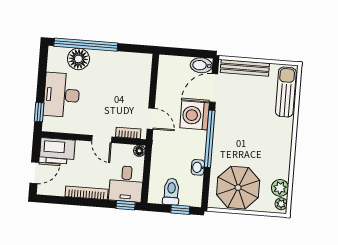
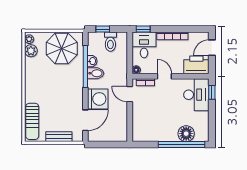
bidet: (201, 65) -> (96, 73), moved
bench: (245, 68) -> (59, 137), width x0.73
desk: (62, 95) -> (196, 95), moved
window: (210, 139) -> (85, 66), moved

